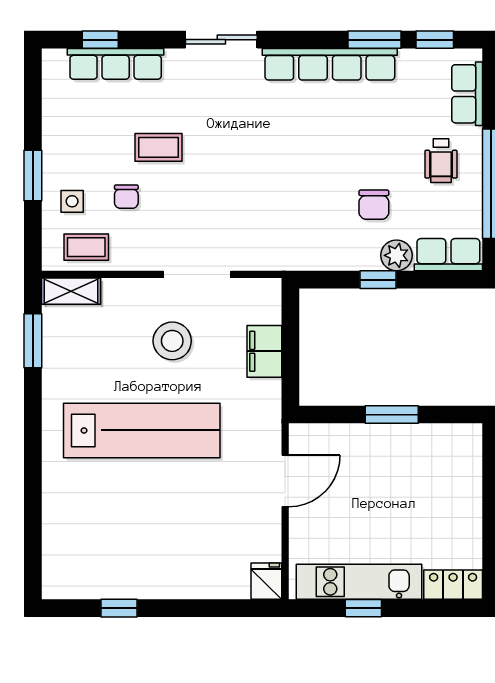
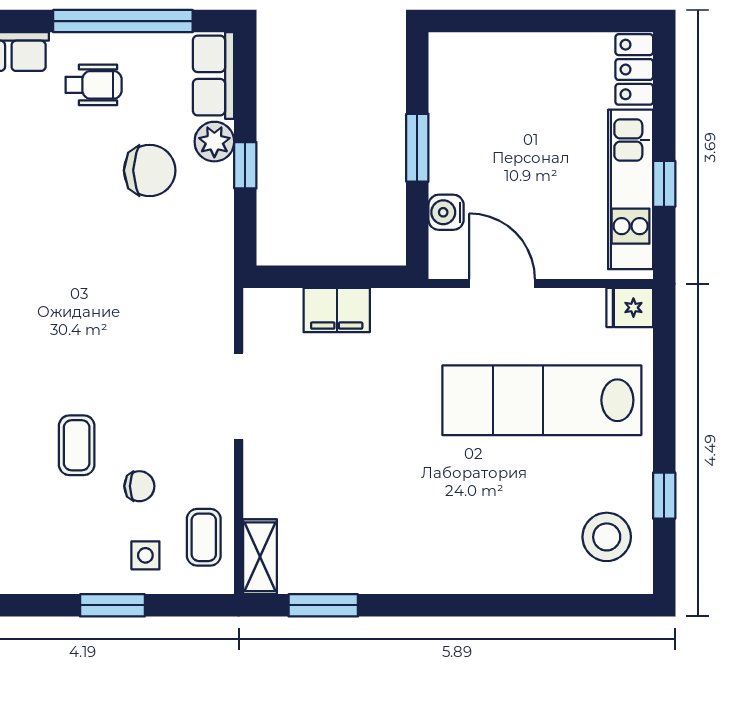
chair: (374, 205) -> (150, 170), width x1.37, depth x1.37
stool: (172, 341) -> (607, 537), moved
lab bench: (142, 430) -> (542, 400), moved, turned -90
water cooler: (341, 437) -> (446, 212), added

